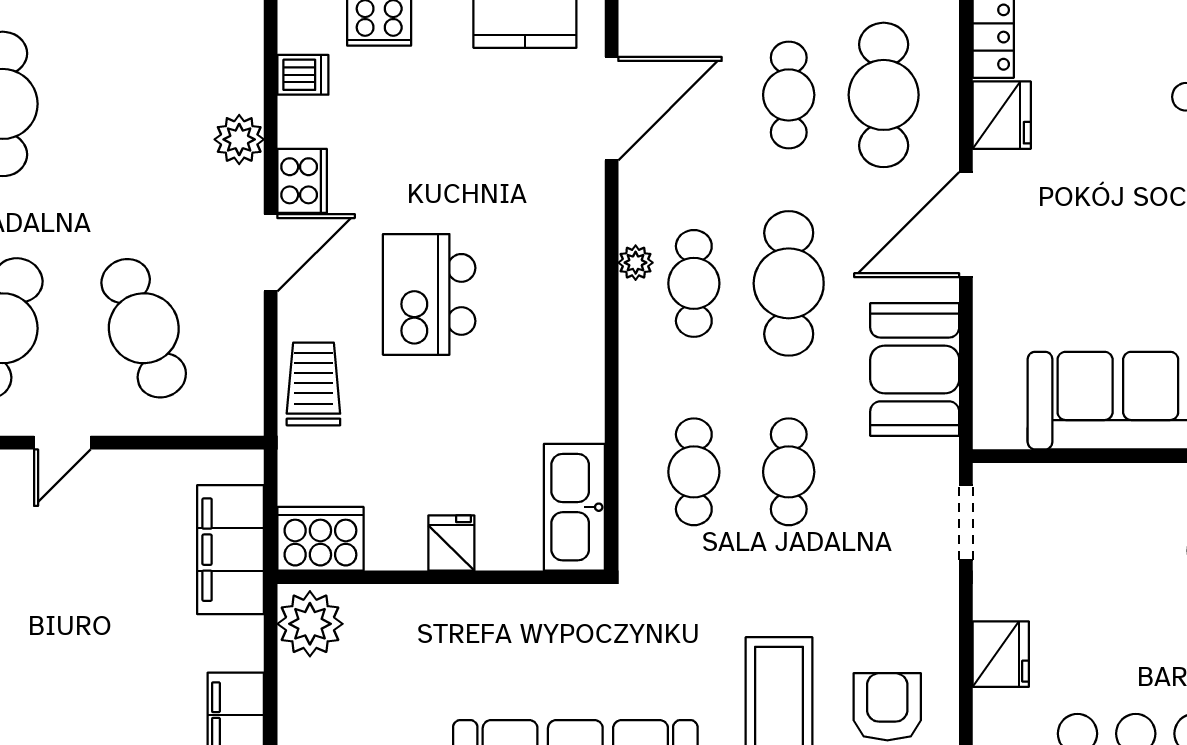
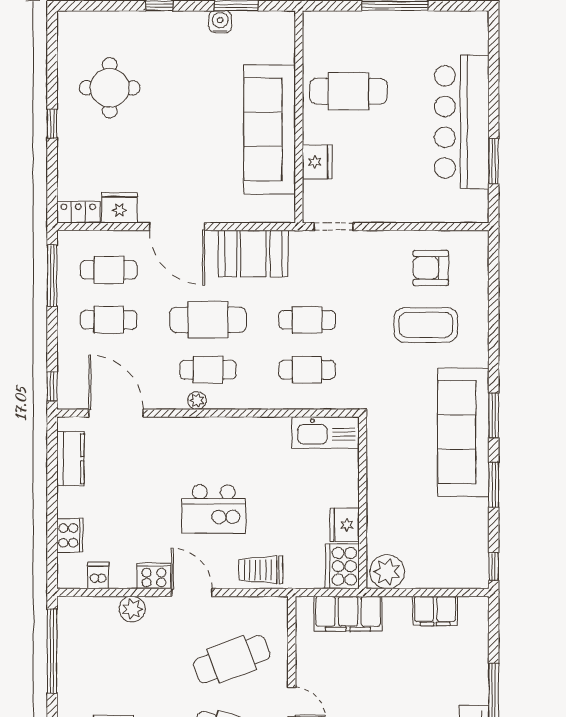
cafe table: (884, 95) -> (109, 270), width x0.73, depth x0.74
fridge: (451, 543) -> (345, 525), moved, width x1.38
fridge: (1001, 654) -> (317, 162), moved, turned 90

